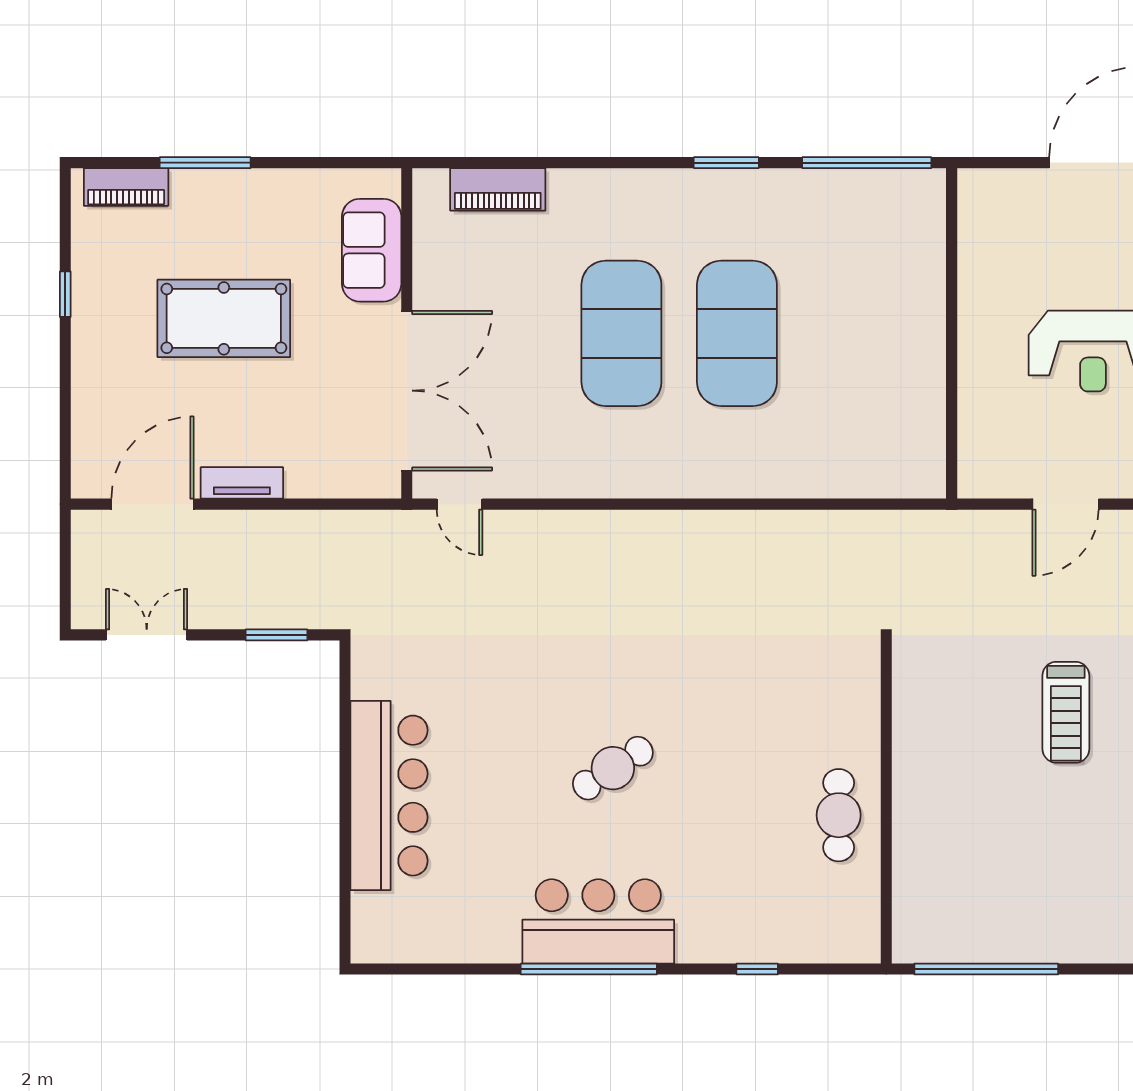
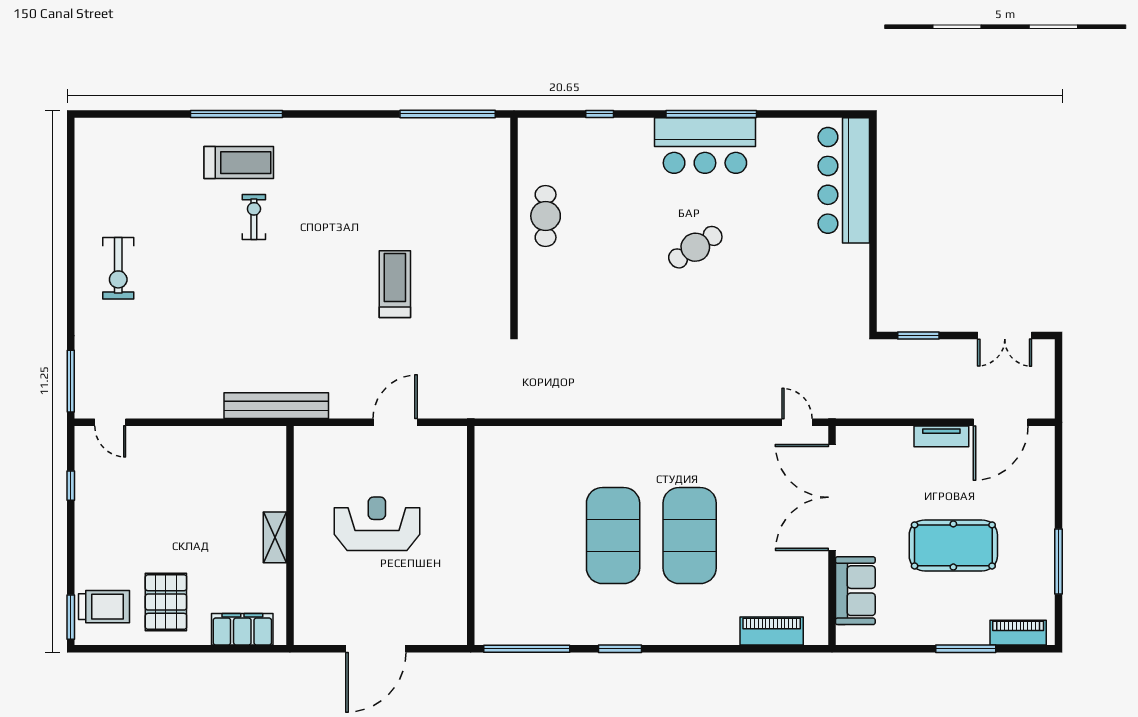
window: (65, 294) -> (1058, 561), width x2.17
bar counter: (389, 796) -> (844, 180), moved

